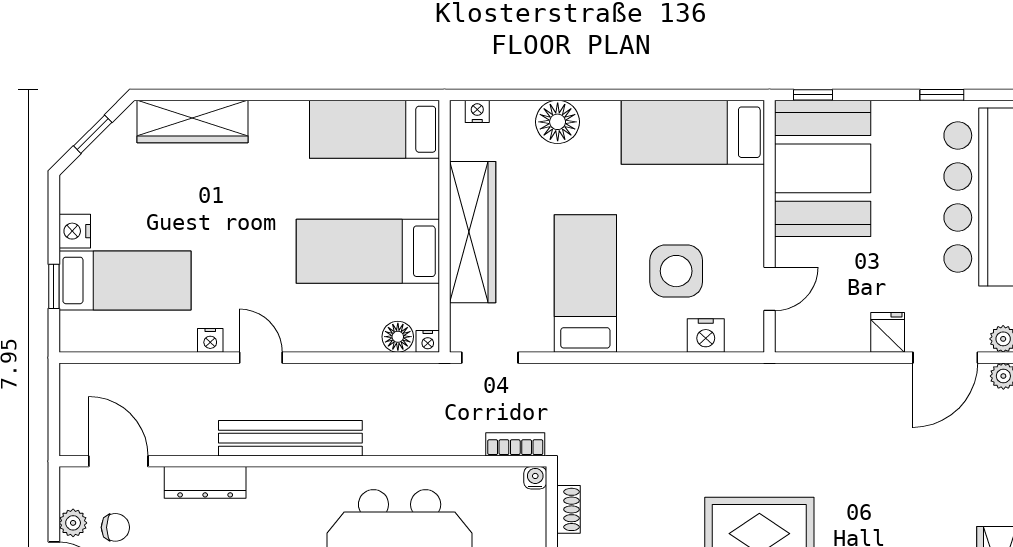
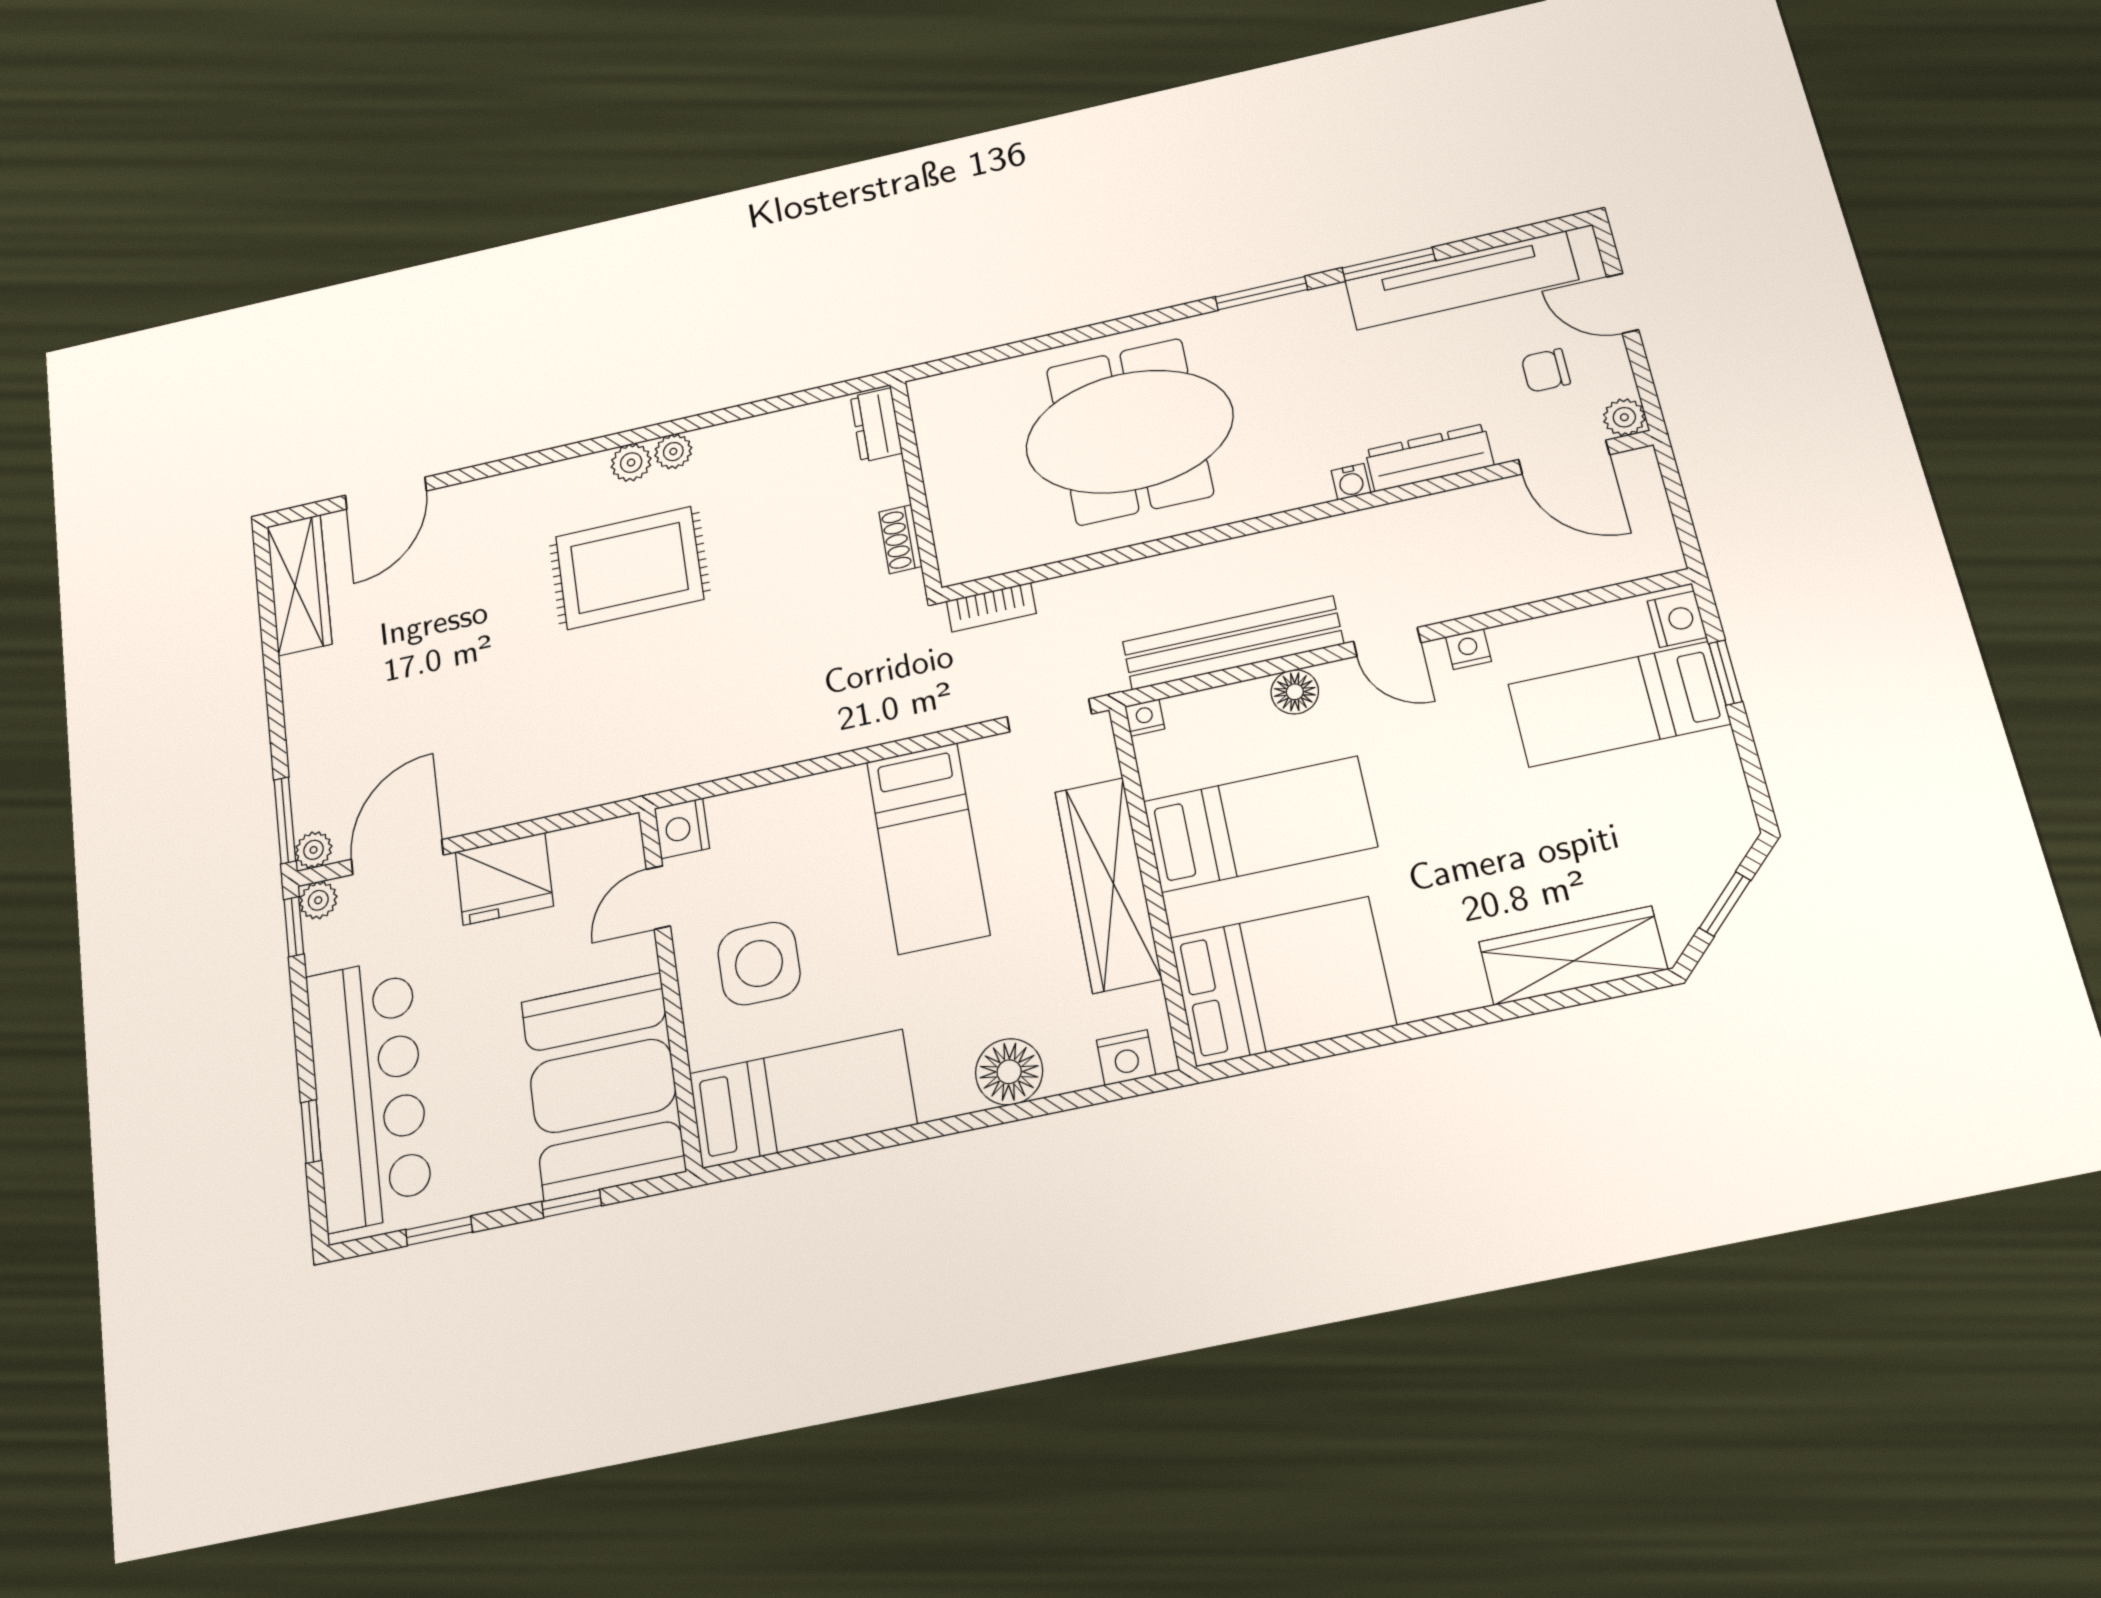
window: (813, 95) -> (572, 1204), moved
nightstand: (477, 111) -> (1126, 1058), width x1.39, depth x1.35
bed: (374, 129) -> (1283, 981), width x1.50
nightstand: (75, 231) -> (1677, 619), moved
side table: (676, 271) -> (759, 963), moved
fridge: (888, 332) -> (504, 879), width x1.88, depth x1.34
nightstand: (706, 335) -> (682, 828), moved, turned -90
floor lamp: (398, 337) -> (1295, 692), moved
bench: (290, 438) -> (1233, 643), moved
water cooler: (535, 478) -> (1351, 482), moved
plant: (73, 523) -> (1624, 417), moved

